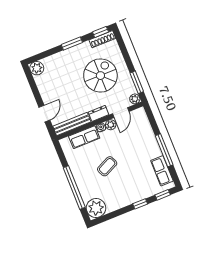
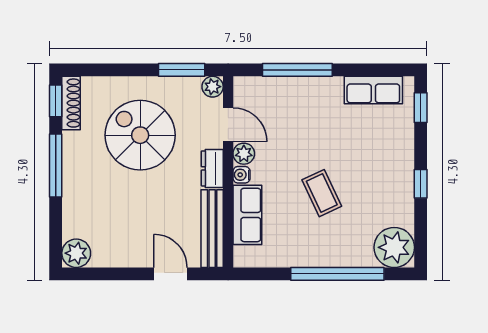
window: (72, 43) -> (56, 165), width x1.44
window: (164, 150) -> (297, 70), moved
window: (140, 204) -> (421, 184), moved

